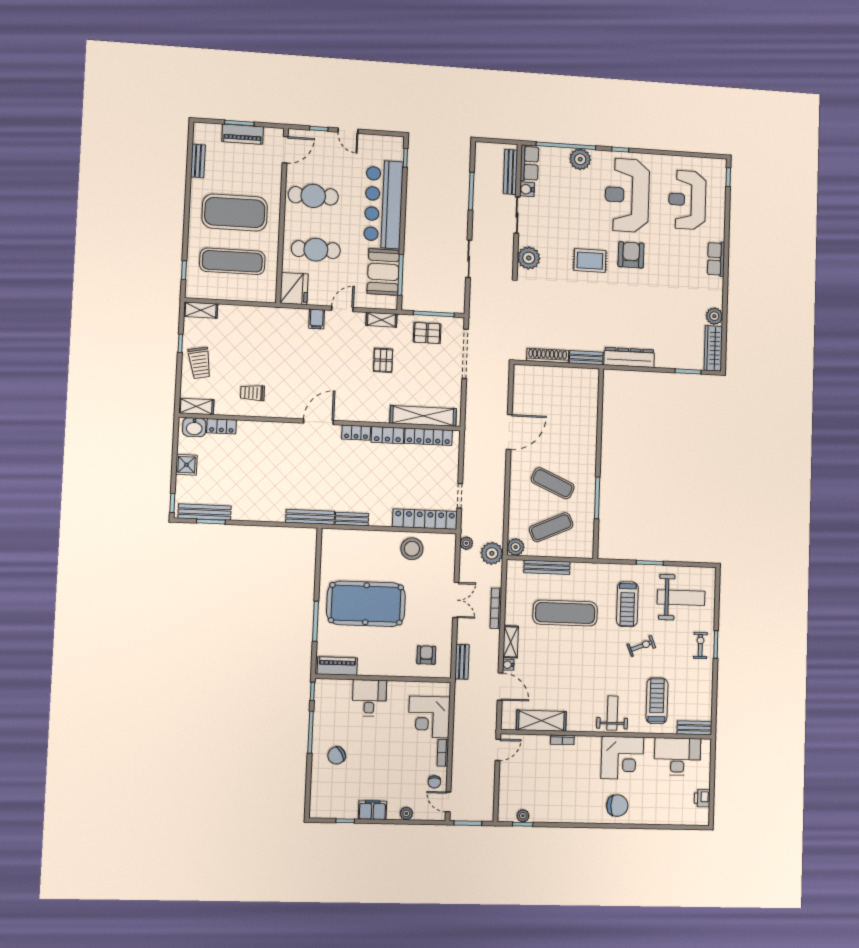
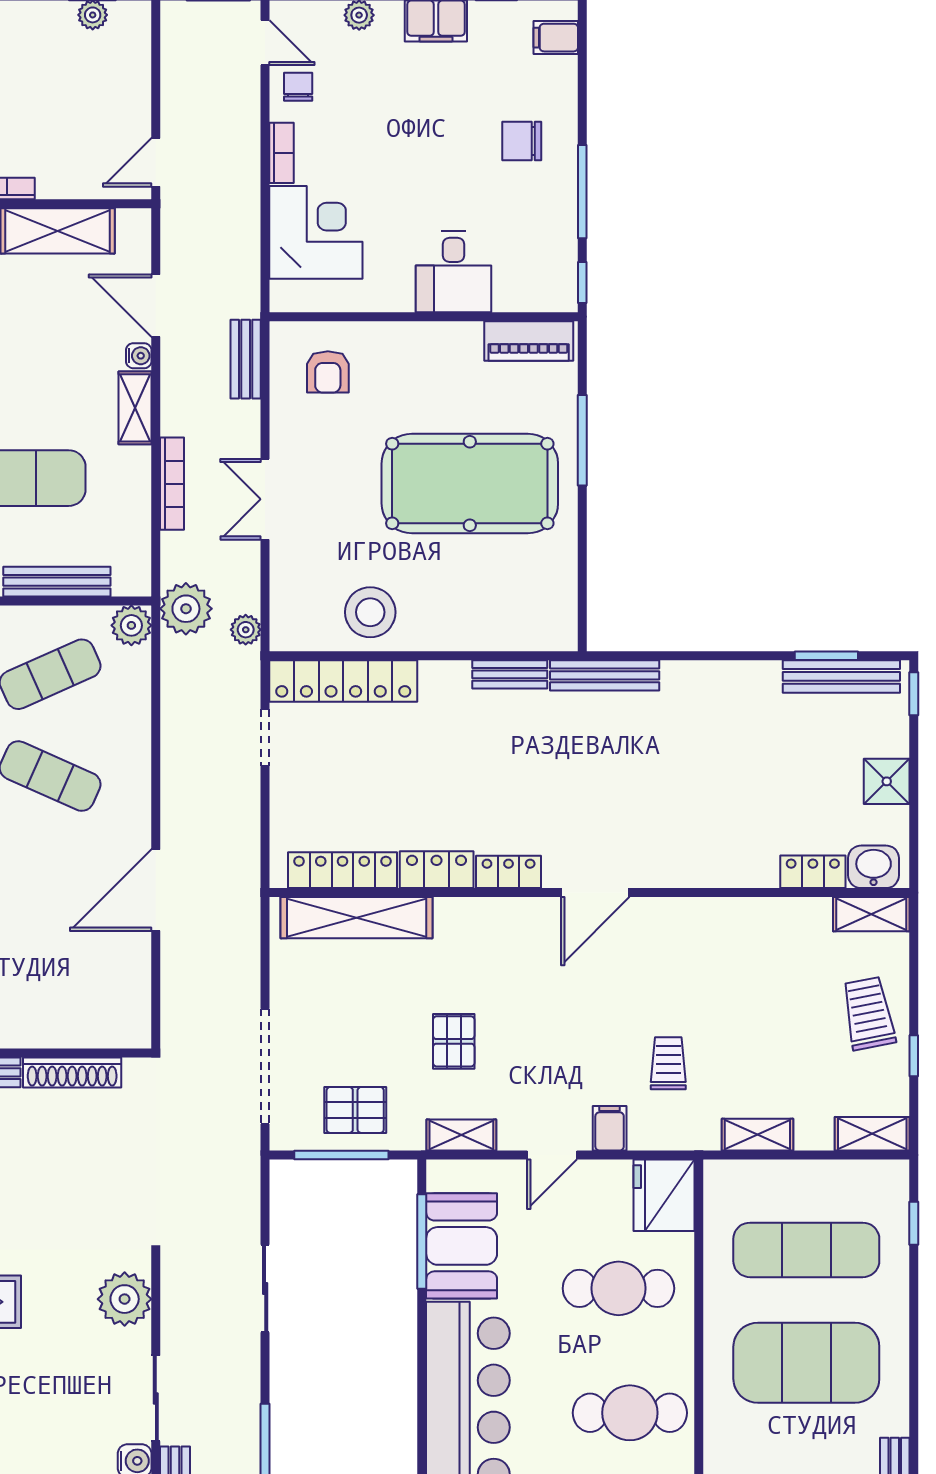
shelving: (252, 313) -> (757, 1135), added
trolley: (253, 393) -> (668, 1063), moved, turned -90
chair: (337, 755) -> (522, 141), turned -150
filing cabinet: (319, 802) -> (556, 38), added

